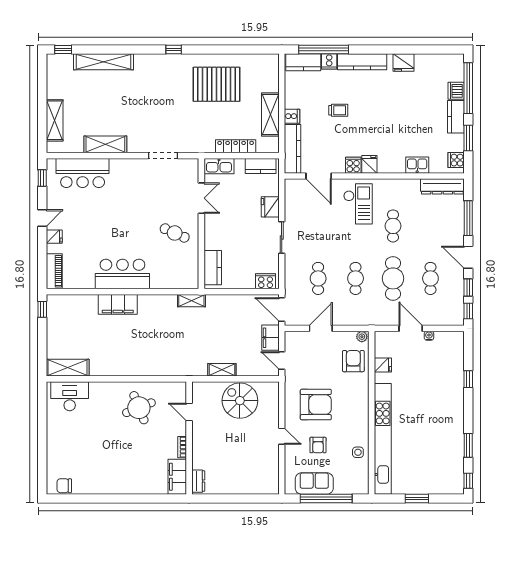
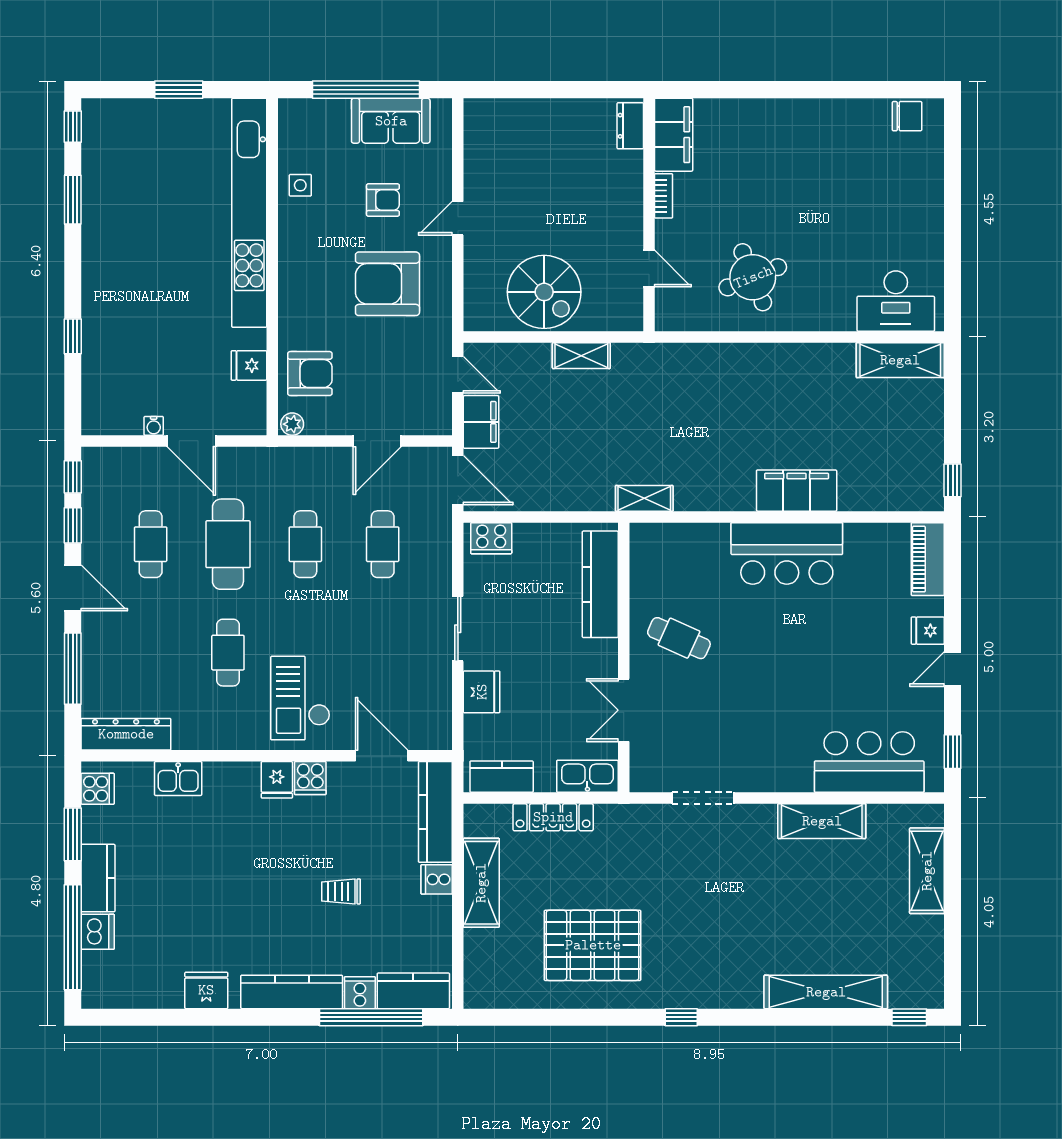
kitchen counter: (213, 268) -> (600, 584), width x1.50
armchair: (353, 361) -> (310, 374), turned -90
door: (282, 436) -> (458, 218), hinge flipped
armchair: (318, 445) -> (383, 200), turned 90

